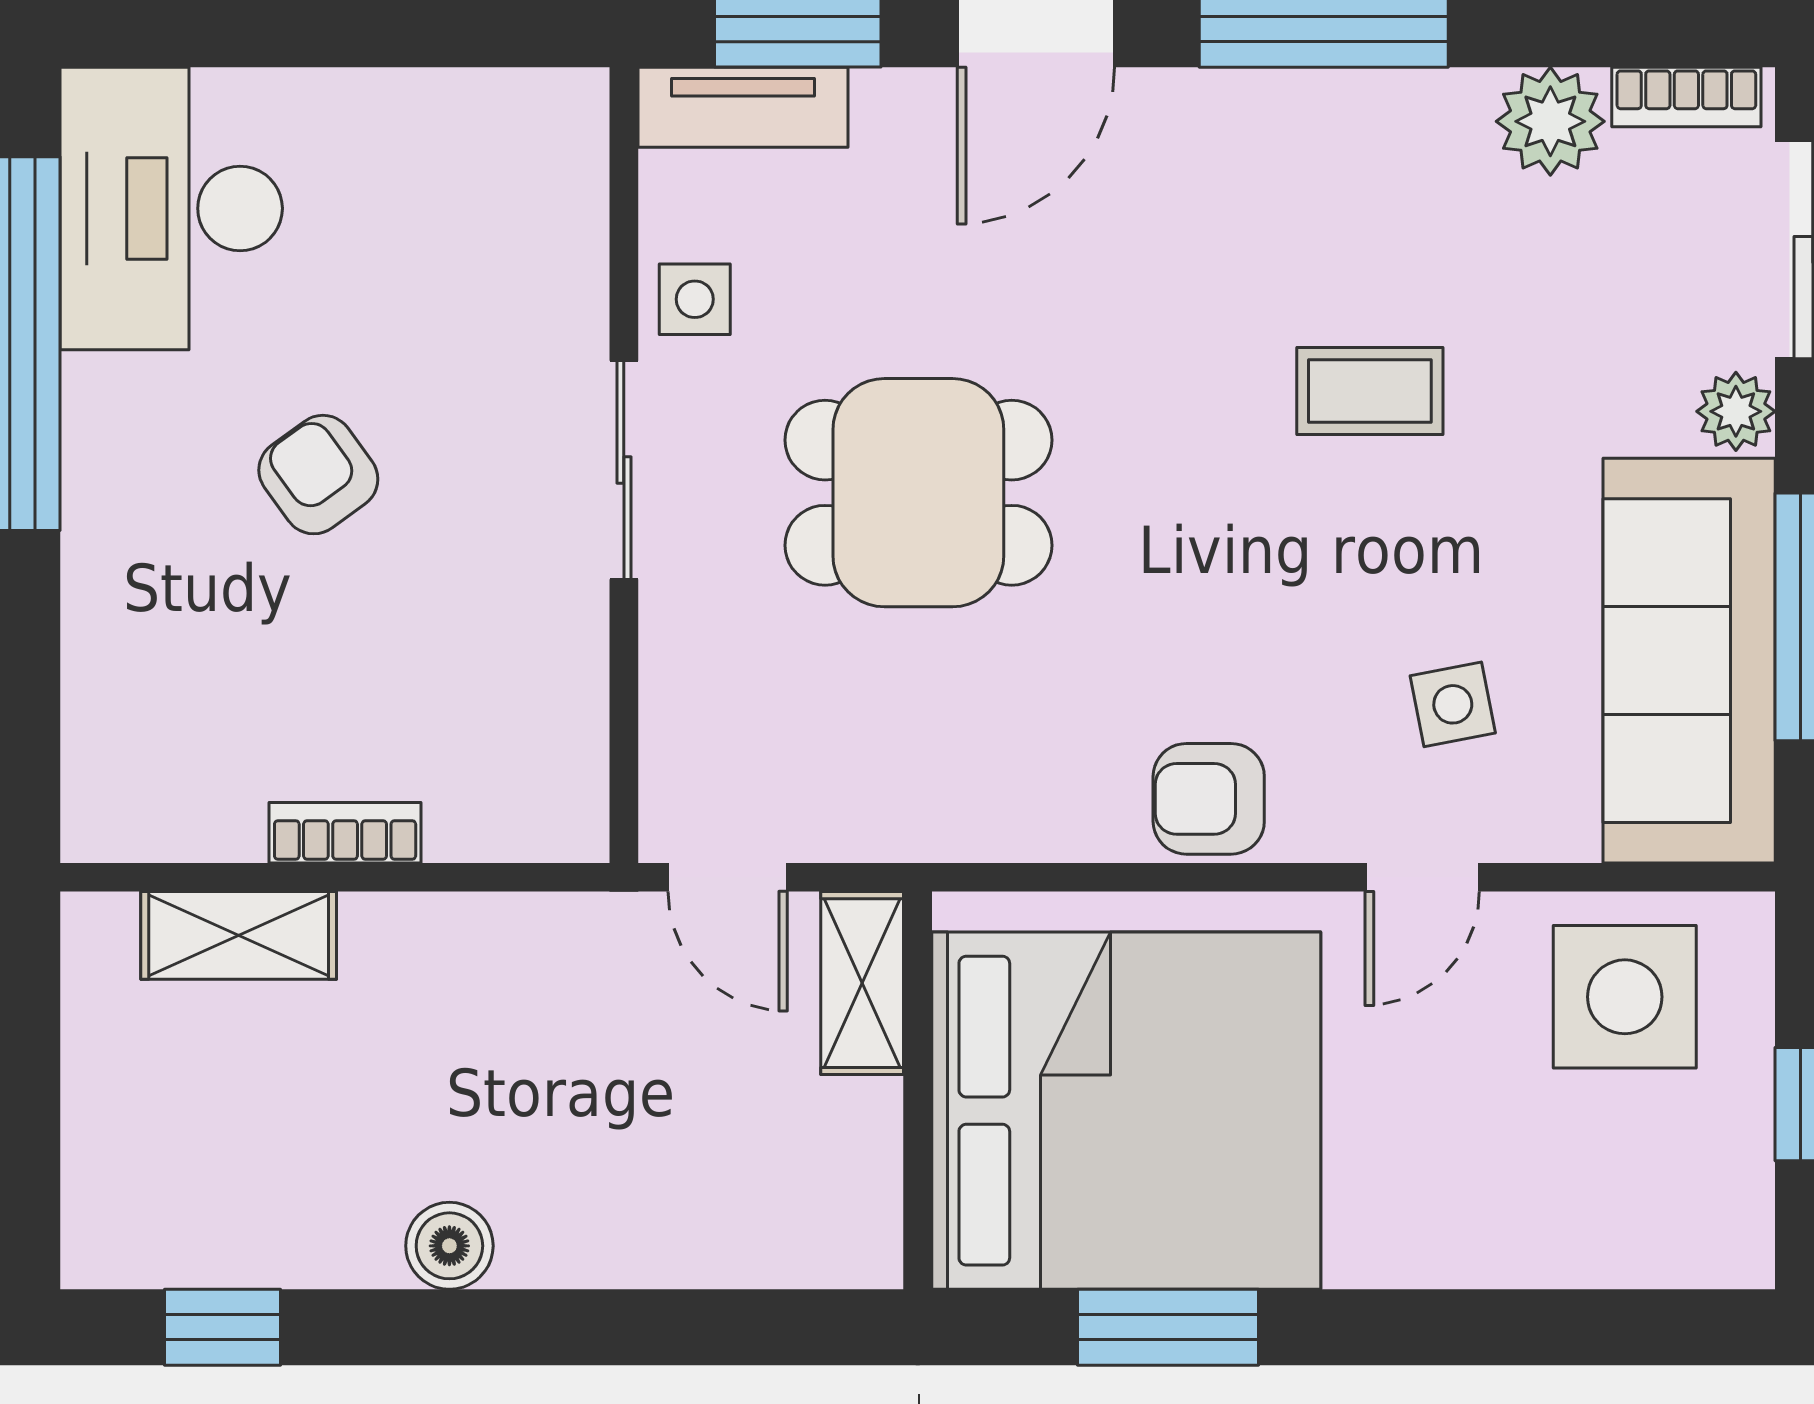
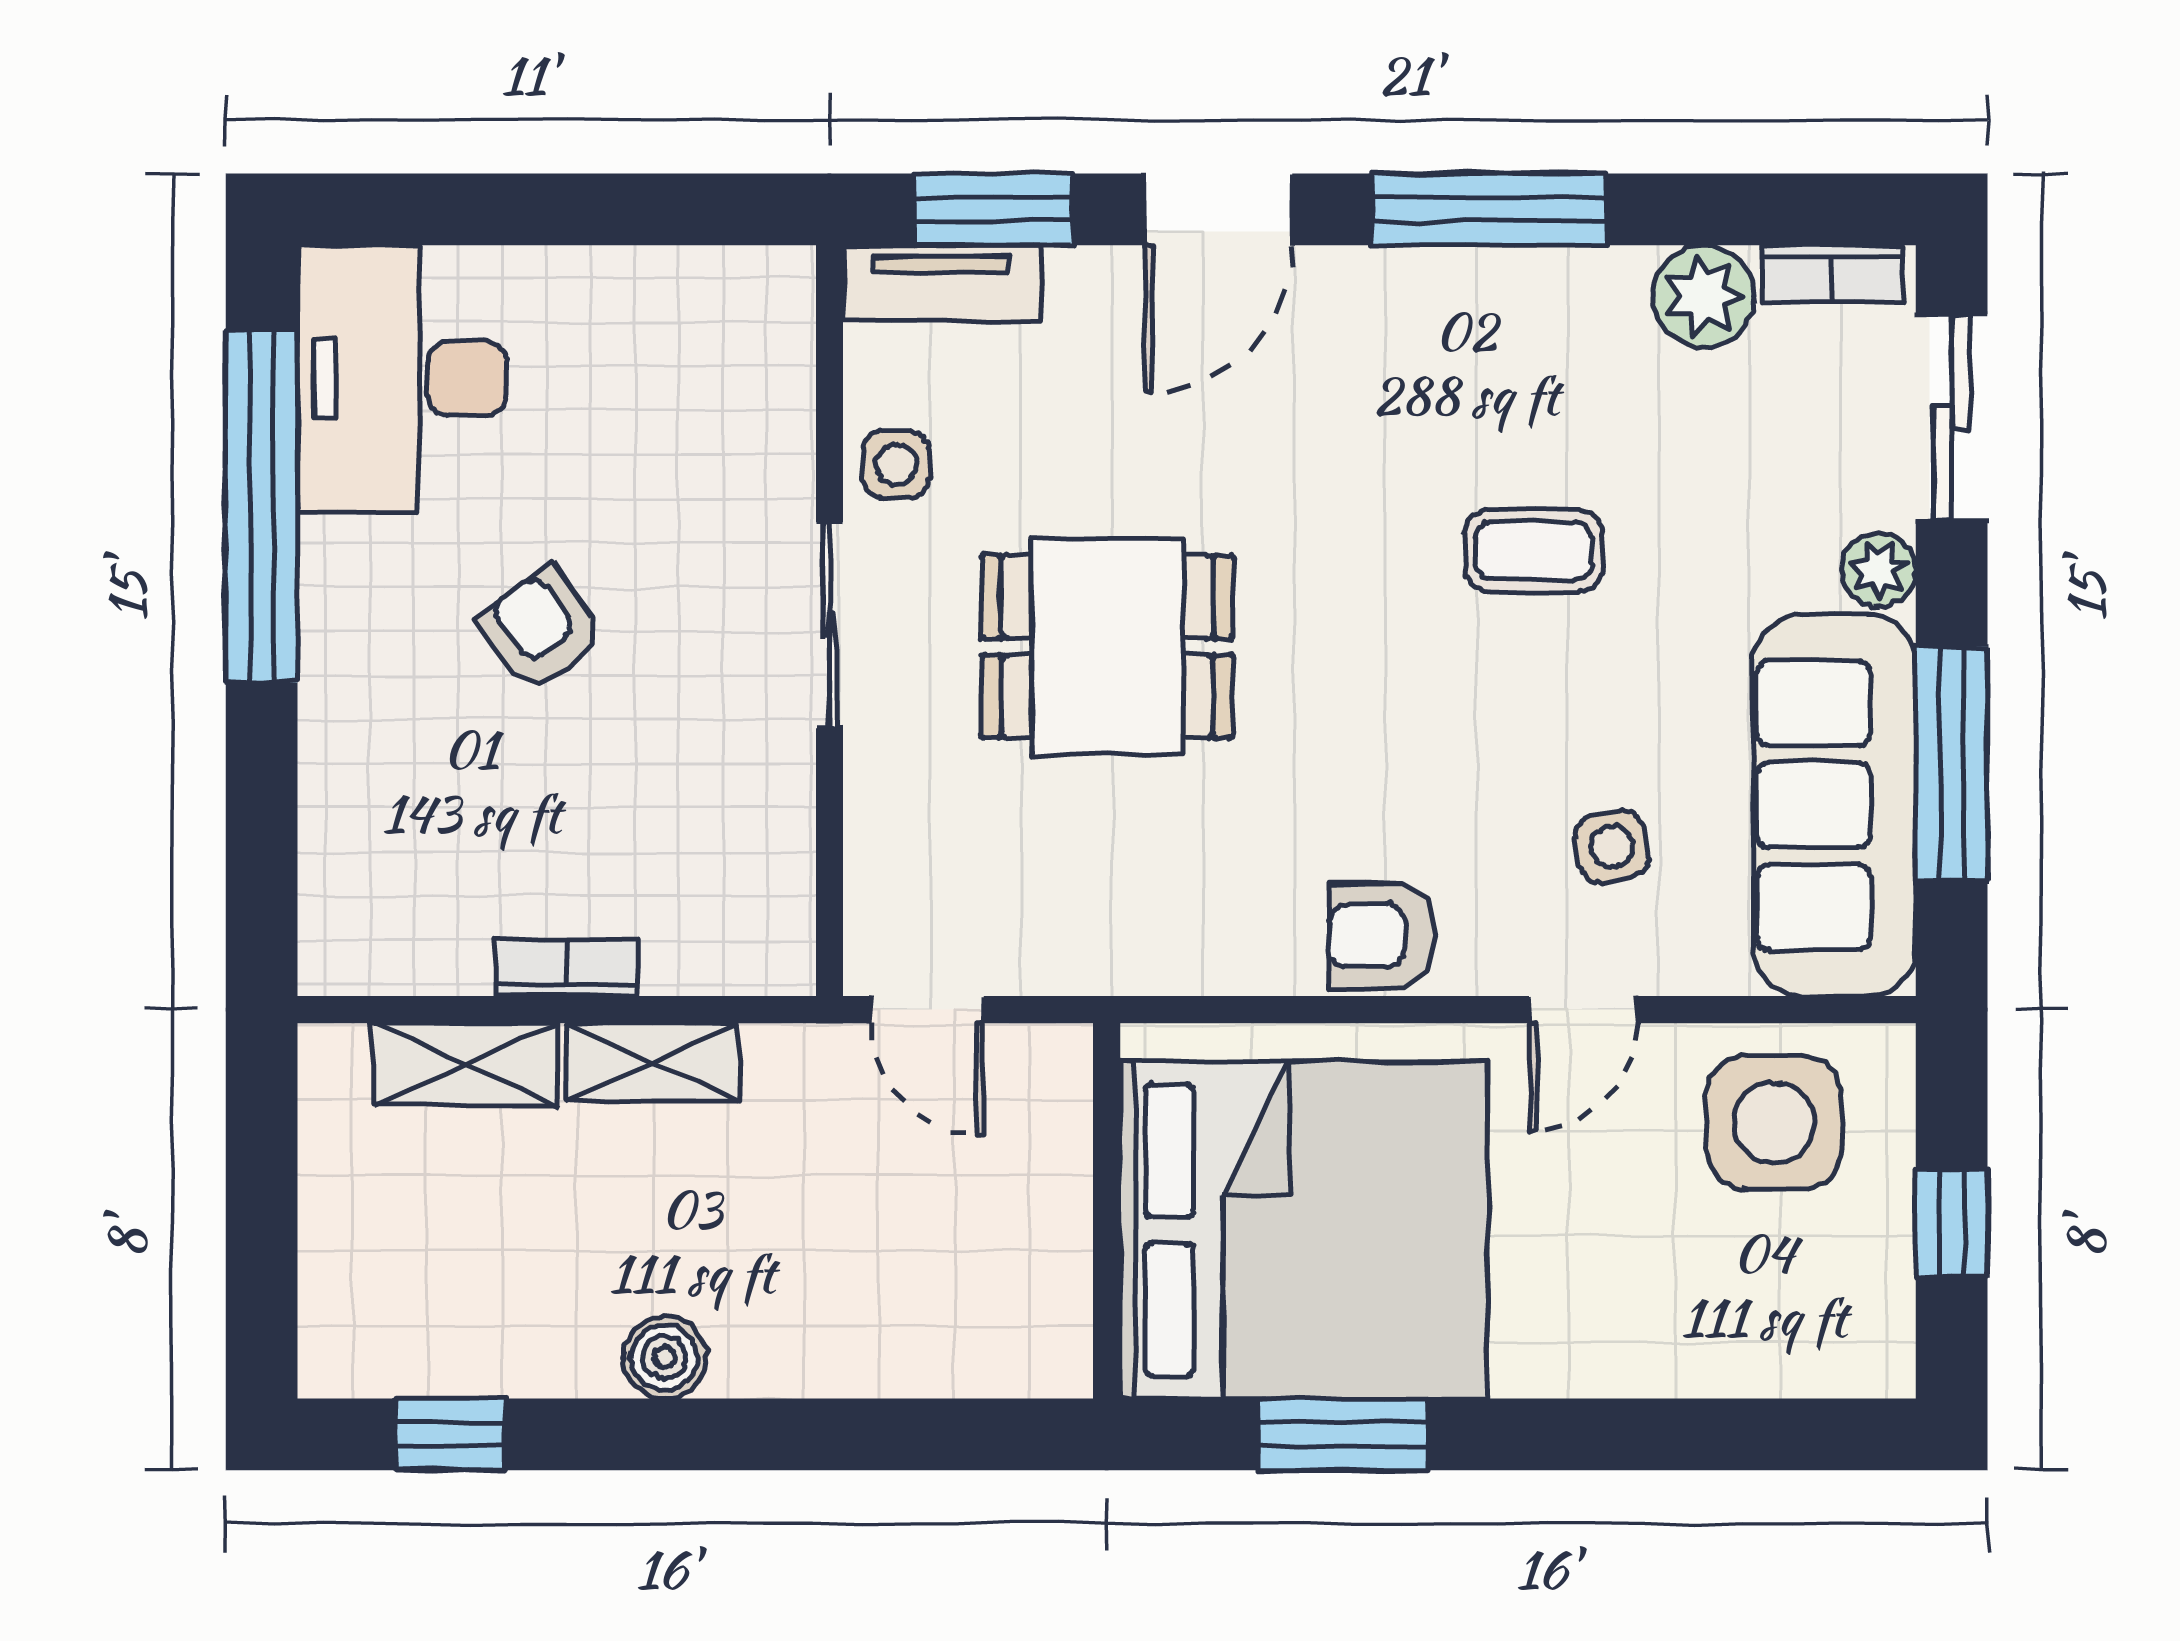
shelving: (862, 983) -> (652, 1062), moved, turned 90

